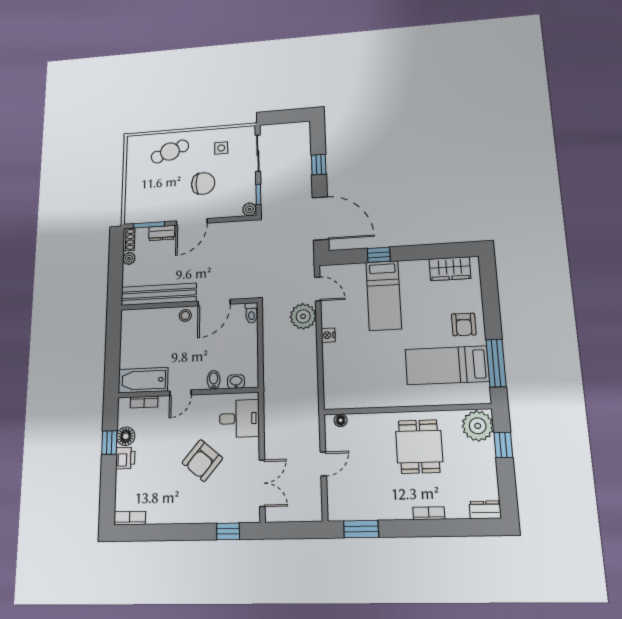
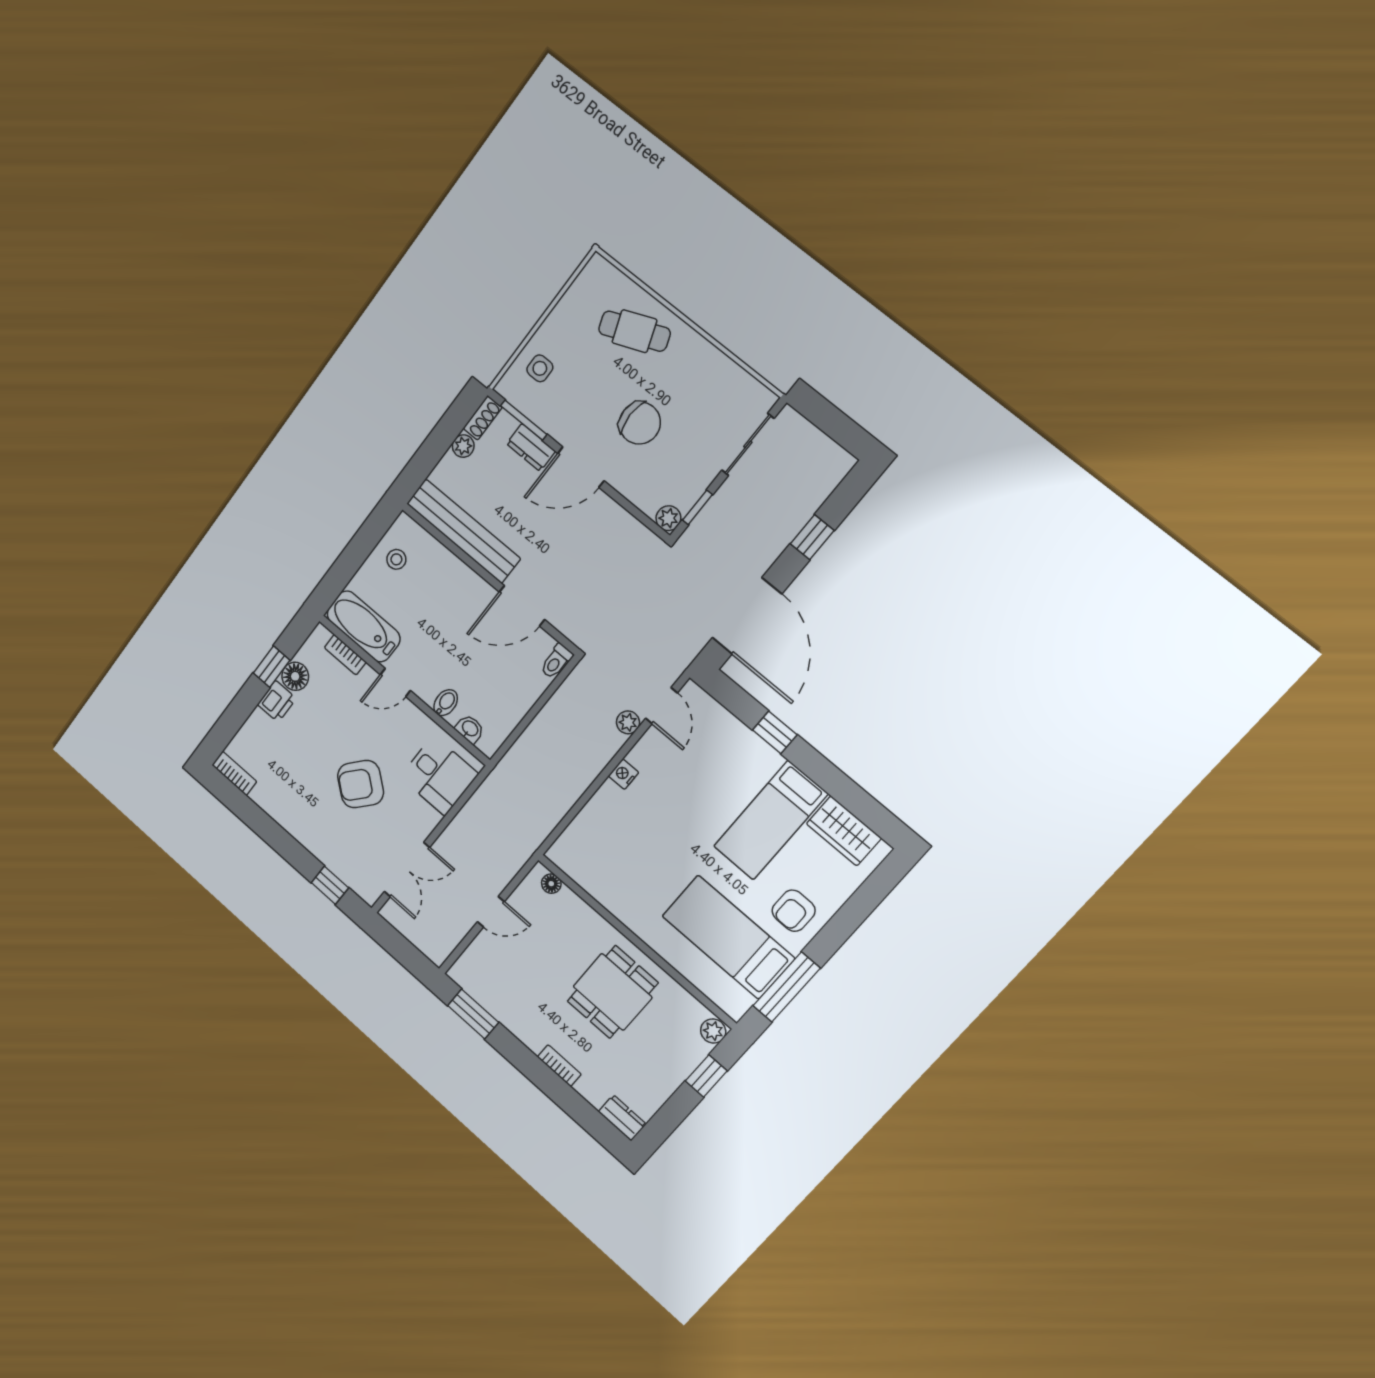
side table: (221, 148) -> (540, 368), moved
bed: (384, 295) -> (771, 820), moved
stool: (185, 315) -> (396, 559), moved
plant: (303, 316) -> (628, 722), width x0.53, depth x0.53
plant: (478, 426) -> (713, 1031), width x0.53, depth x0.53

